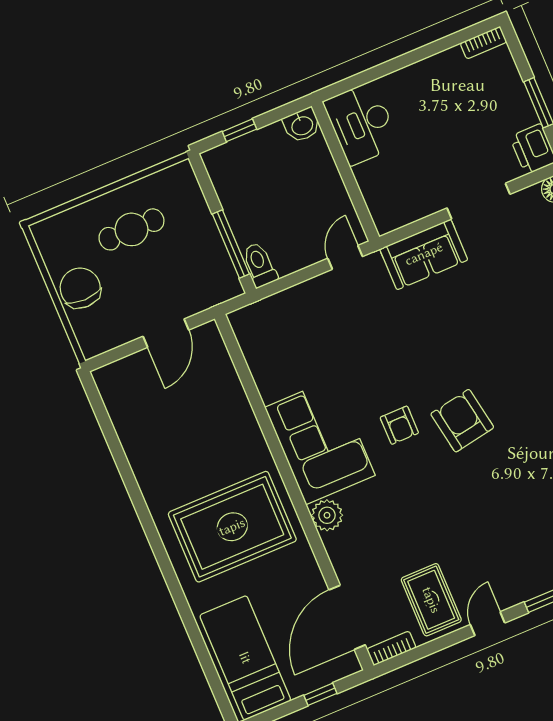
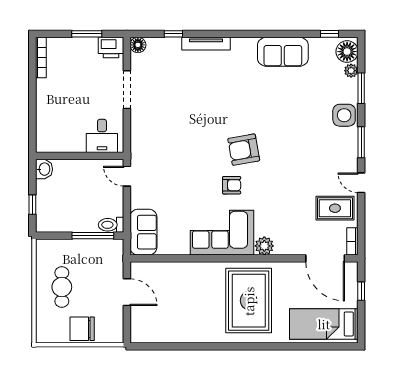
bookcase: (483, 43) -> (41, 58), width x1.56
desk: (362, 123) -> (102, 136), moved, width x0.73
sofa: (424, 254) -> (143, 232), moved

